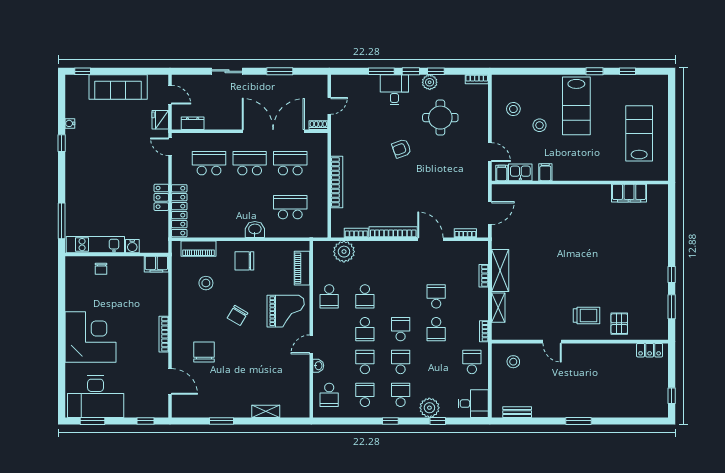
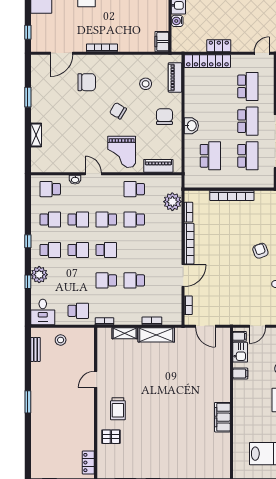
filing cabinet: (629, 193) -> (222, 417), moved
school desk: (436, 296) -> (134, 280), turned 180
stool: (513, 362) -> (61, 340), moved

